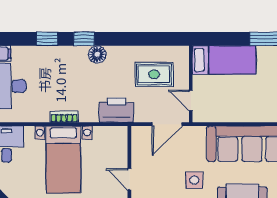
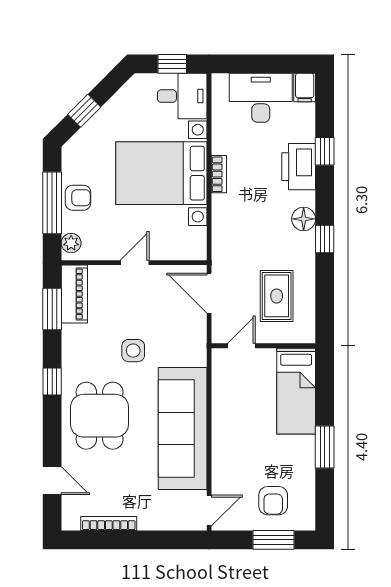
window: (84, 39) -> (325, 239), moved
printer: (116, 110) -> (299, 167), moved, turned 180
door: (167, 124) -> (209, 293), moved
bed with nightstands: (63, 159) -> (161, 173), width x1.36

